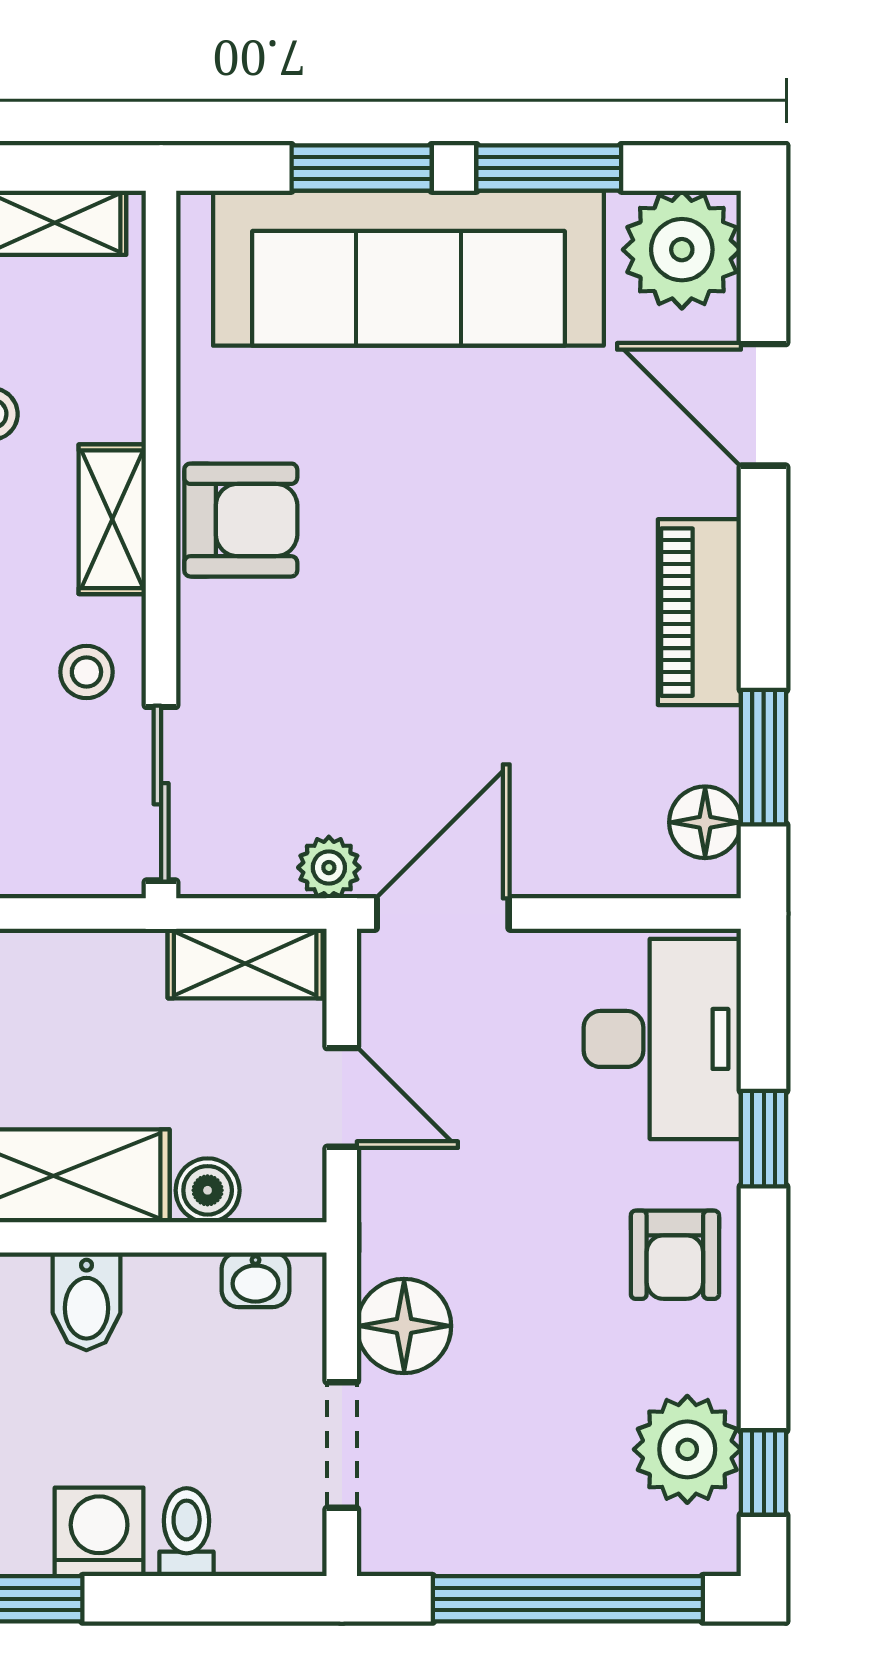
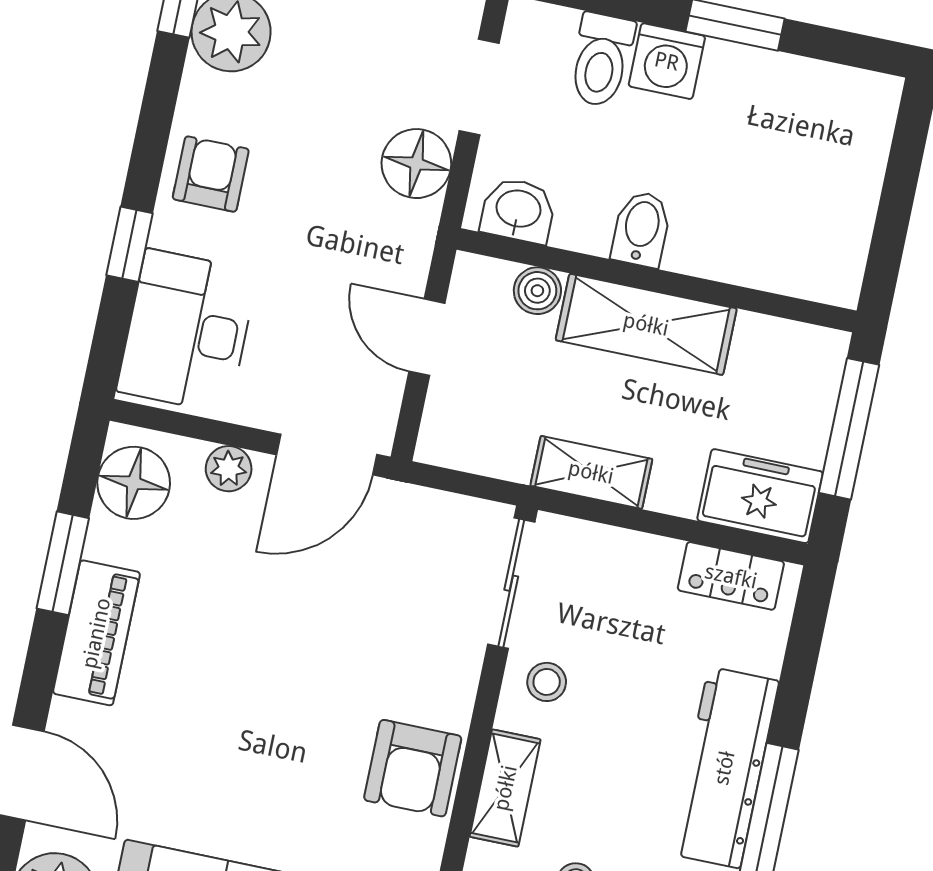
armchair: (241, 520) -> (413, 768), turned -90
window: (764, 757) -> (63, 563), moved
floor lamp: (705, 822) -> (134, 483), width x1.38, depth x1.38
plant: (329, 868) -> (229, 469), moved
shelving: (245, 963) -> (591, 472), moved
washbasin: (256, 1280) -> (518, 210), width x1.38, depth x1.45
toilet: (187, 1532) -> (601, 60), width x1.37, depth x1.39

